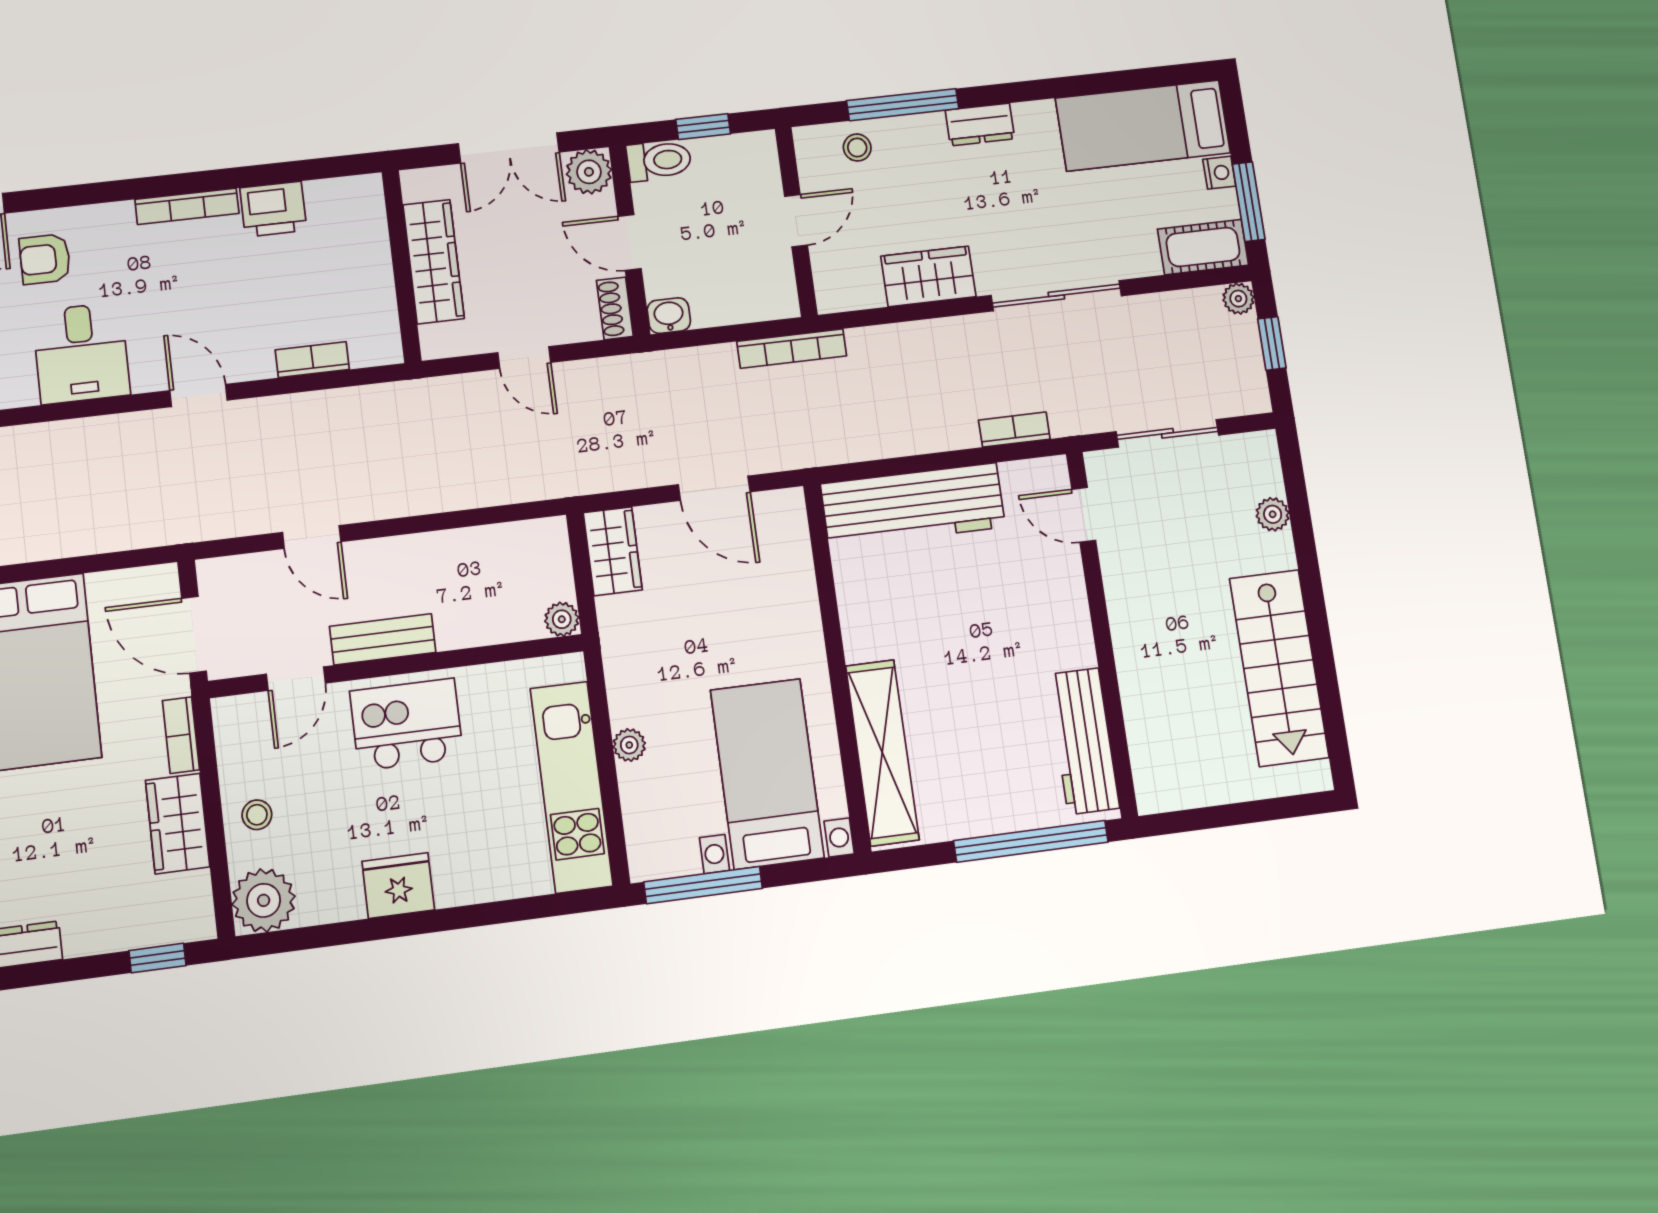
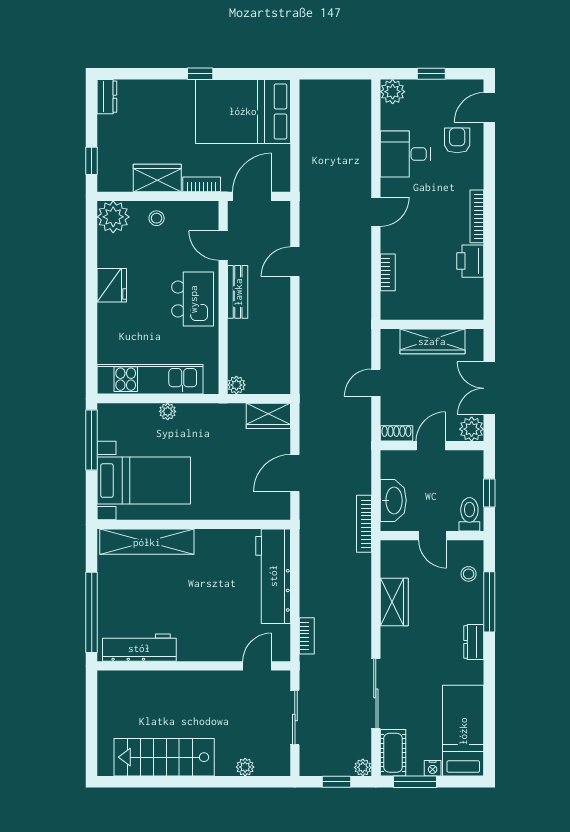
toilet: (659, 160) -> (469, 514), moved, turned 180
sliding door: (1056, 296) -> (376, 693), moved
washbasin: (669, 316) -> (393, 500), moved, width x1.91, depth x1.45

